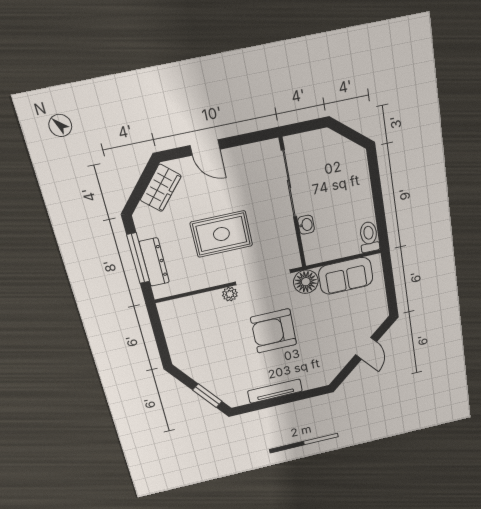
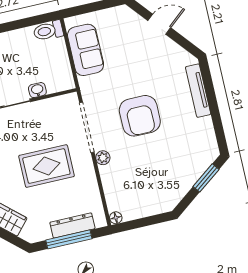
rug: (221, 234) -> (46, 166), turned 90
floor lamp: (306, 282) -> (116, 218), moved, width x0.53, depth x0.53
tv unit: (275, 391) -> (198, 91), moved

